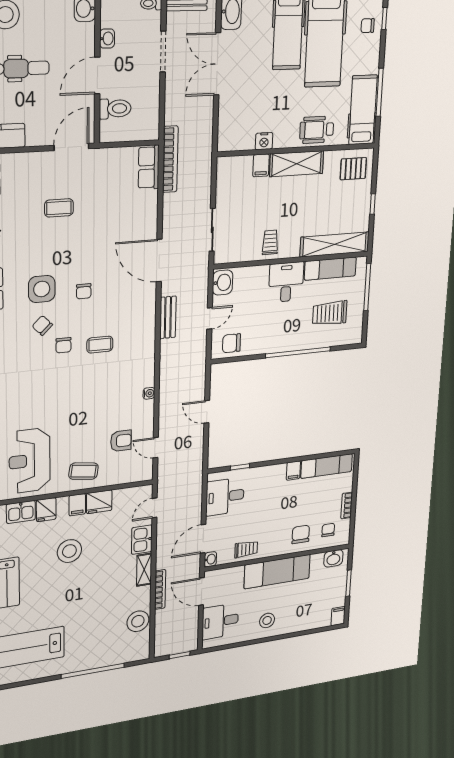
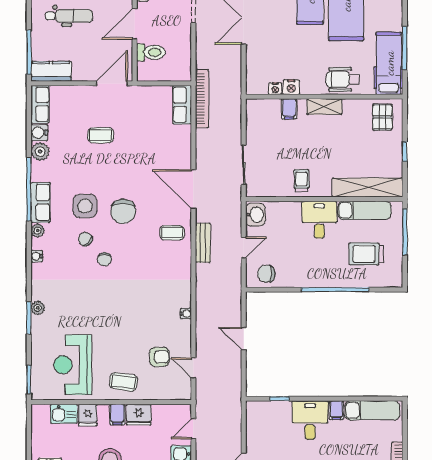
nightstand: (248, 144) -> (275, 89), added
shelving: (297, 164) -> (324, 107), width x0.67, depth x0.75
pallet: (353, 169) -> (382, 117), turned 90
chair: (84, 291) -> (123, 211), width x1.87, depth x1.87
coffee table: (100, 345) -> (172, 233), moved
desk: (225, 497) -> (310, 420), moved, turned 90

